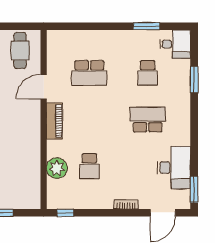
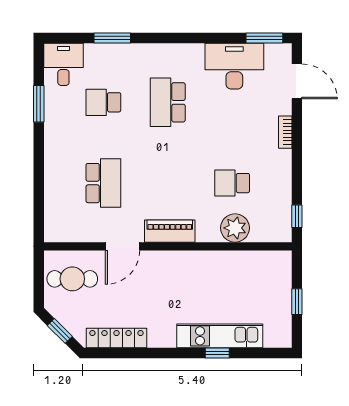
school desk: (148, 73) -> (103, 102), turned 180
door: (44, 87) -> (123, 246), hinge flipped
school desk: (89, 166) -> (232, 183), turned 180

